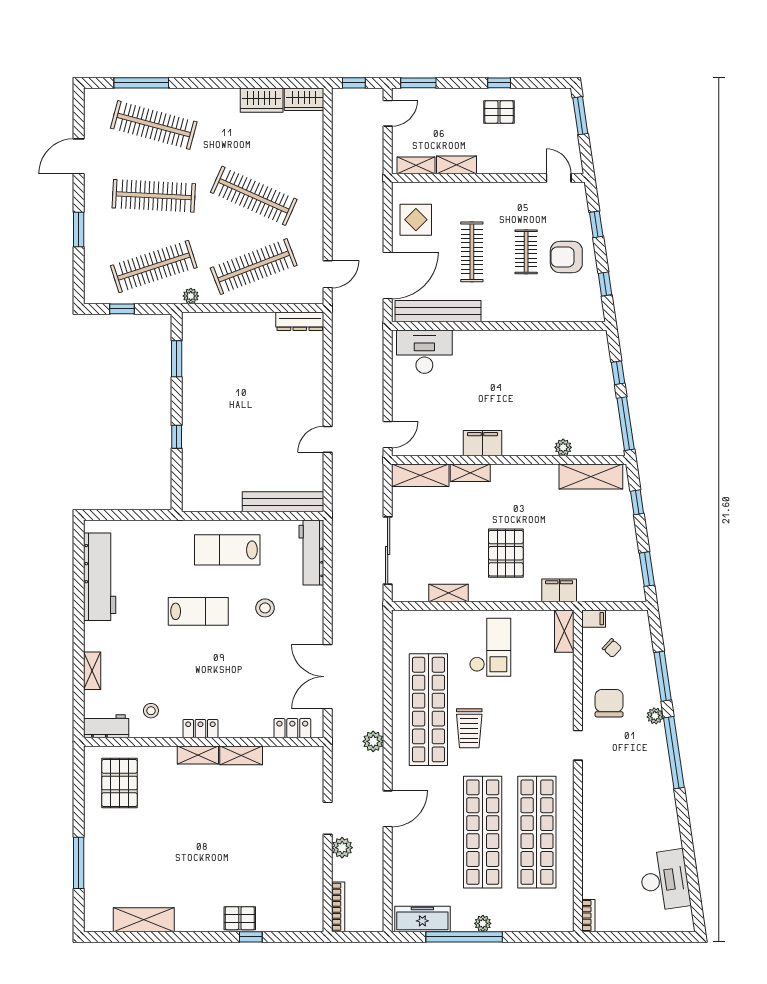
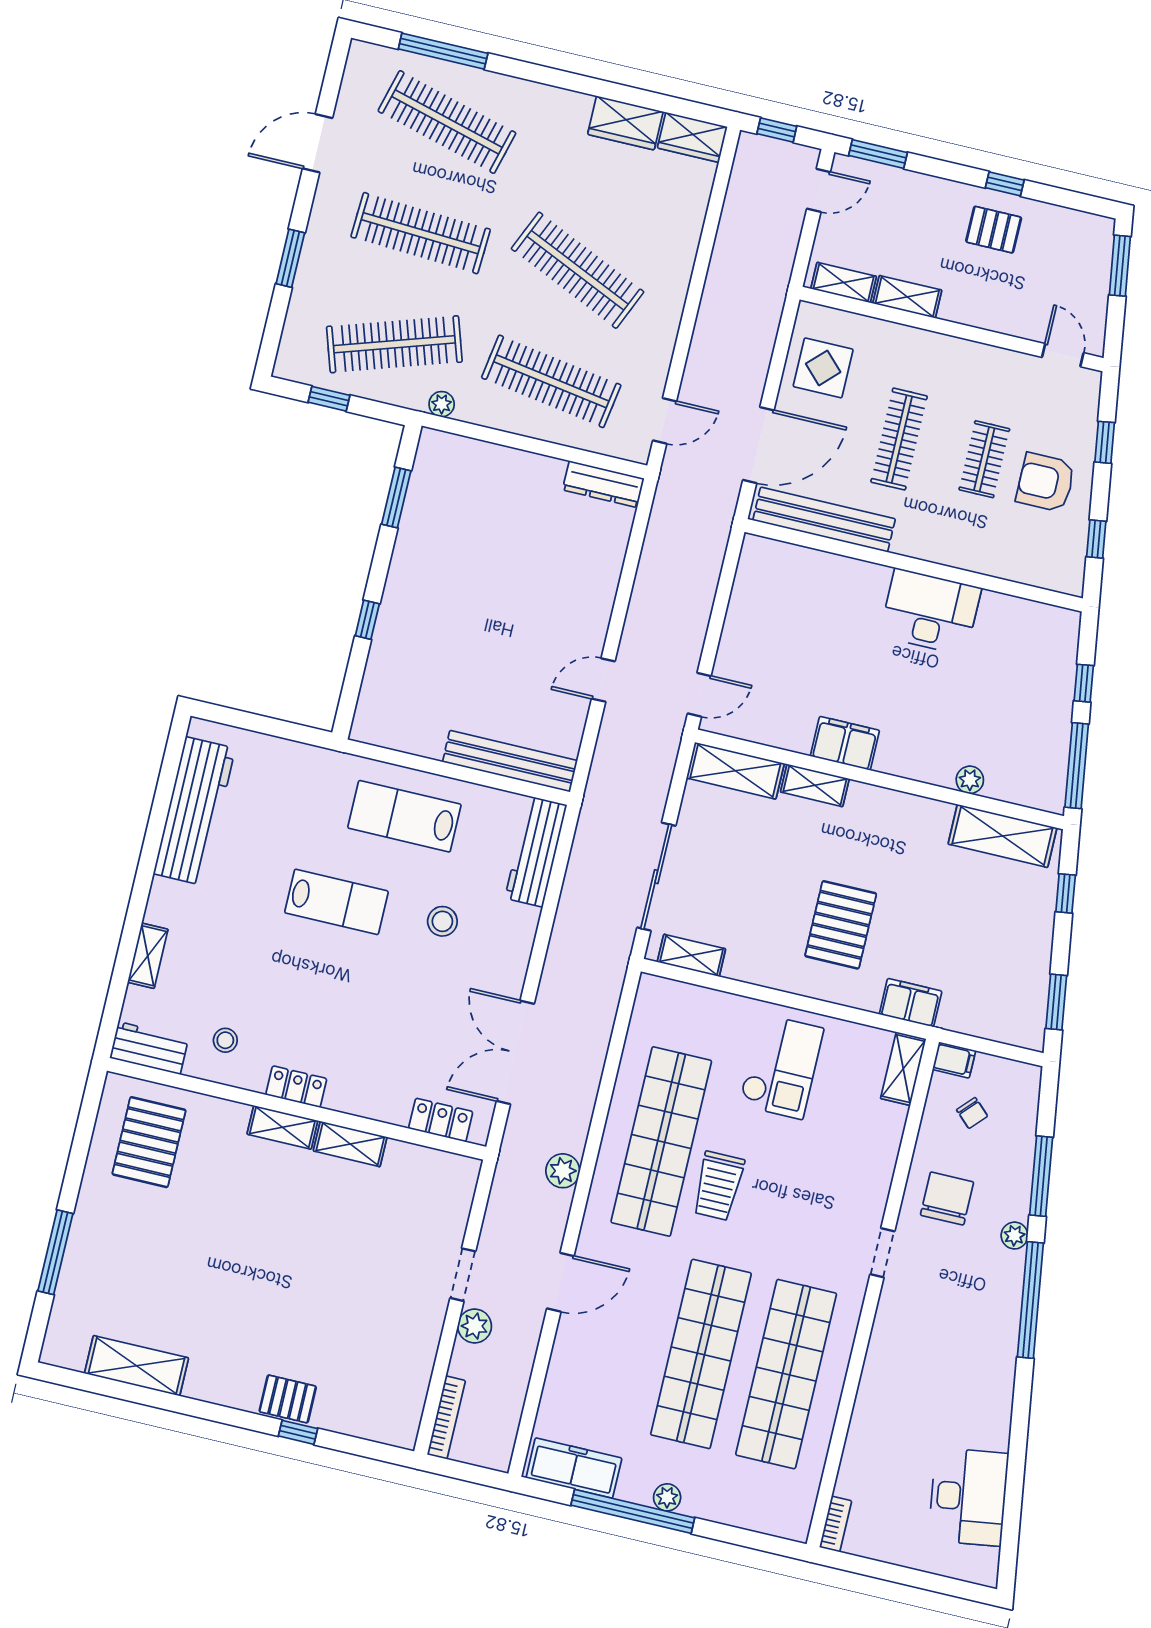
clothes rail: (254, 267) -> (551, 381), turned 30
desk: (424, 352) -> (930, 612), moved
shelving: (449, 593) -> (691, 955), moved

